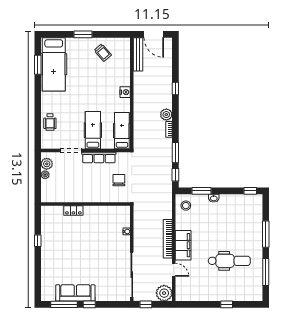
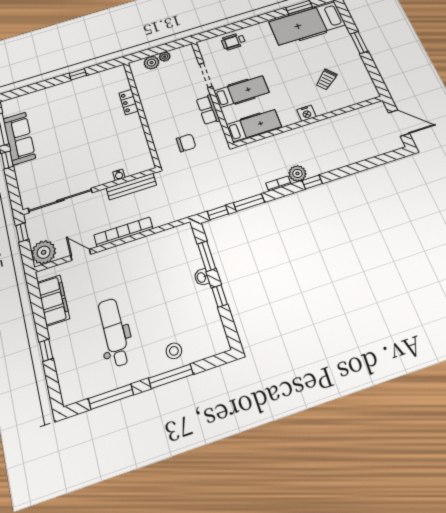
door: (154, 34) -> (399, 123), swing flipped
trolley: (103, 53) -> (326, 79), moved
bench: (138, 54) -> (131, 187), moved
window: (175, 88) -> (312, 182), moved
row of seats: (99, 158) -> (208, 110), width x0.68
plant: (47, 164) -> (151, 63), moved
window: (250, 191) -> (220, 296), moved
stool: (186, 206) -> (174, 351), moved
filing cabinet: (183, 245) -> (53, 300), moved, turned -90
dental chair: (229, 261) -> (114, 332), turned 180
door: (174, 270) -> (81, 255), swing flipped

